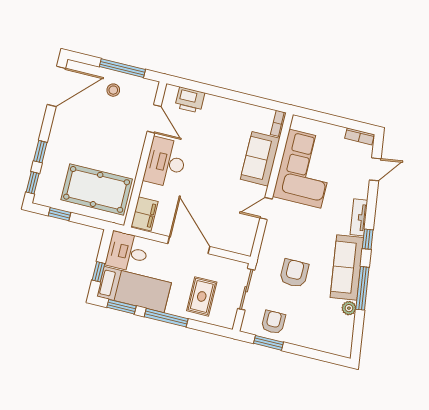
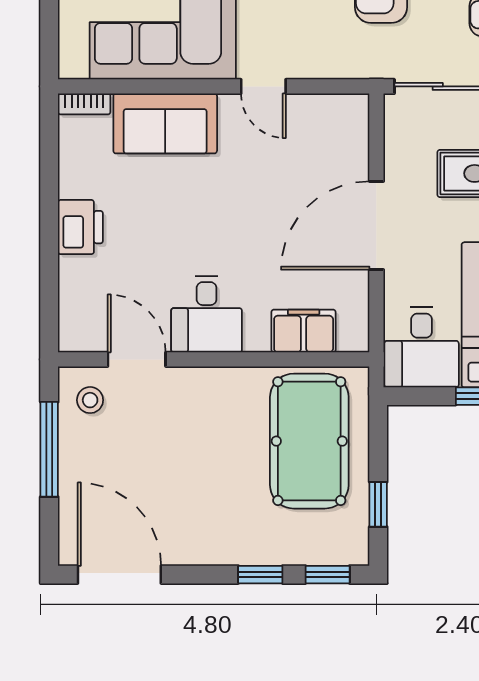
stool: (113, 90) -> (90, 400), moved
printer: (190, 100) -> (80, 227), moved
door: (154, 119) -> (137, 359), hinge flipped
desk: (166, 162) -> (207, 314), width x0.73
filing cabinet: (145, 214) -> (304, 331), moved

